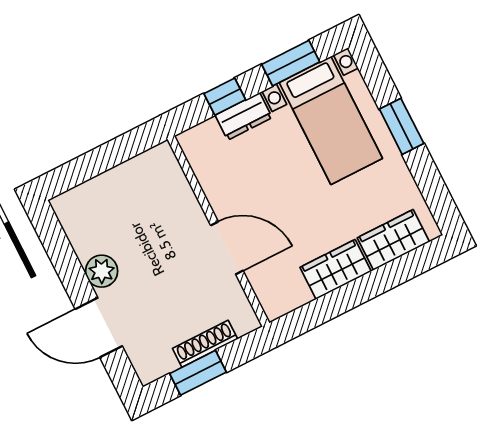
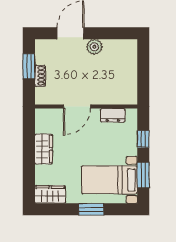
dresser: (244, 116) -> (113, 115), moved, turned -90
wardrobe: (393, 240) -> (50, 195), moved, turned -90
shoe rack: (205, 344) -> (40, 76), width x0.70

